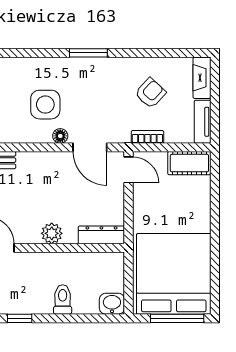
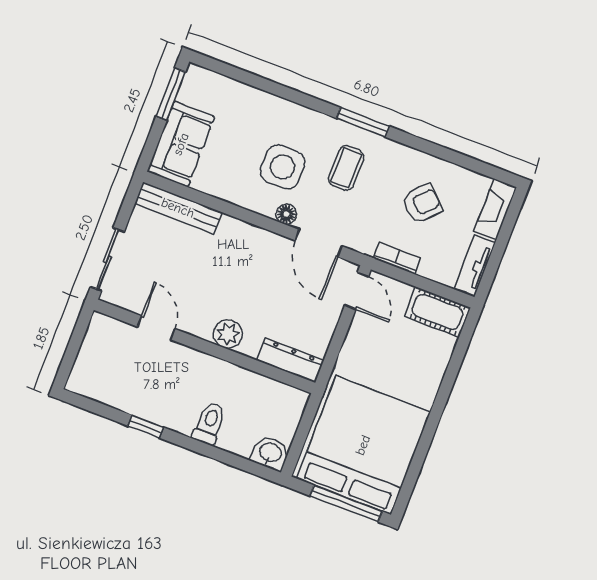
coffee table: (89, 88) -> (346, 168), added

